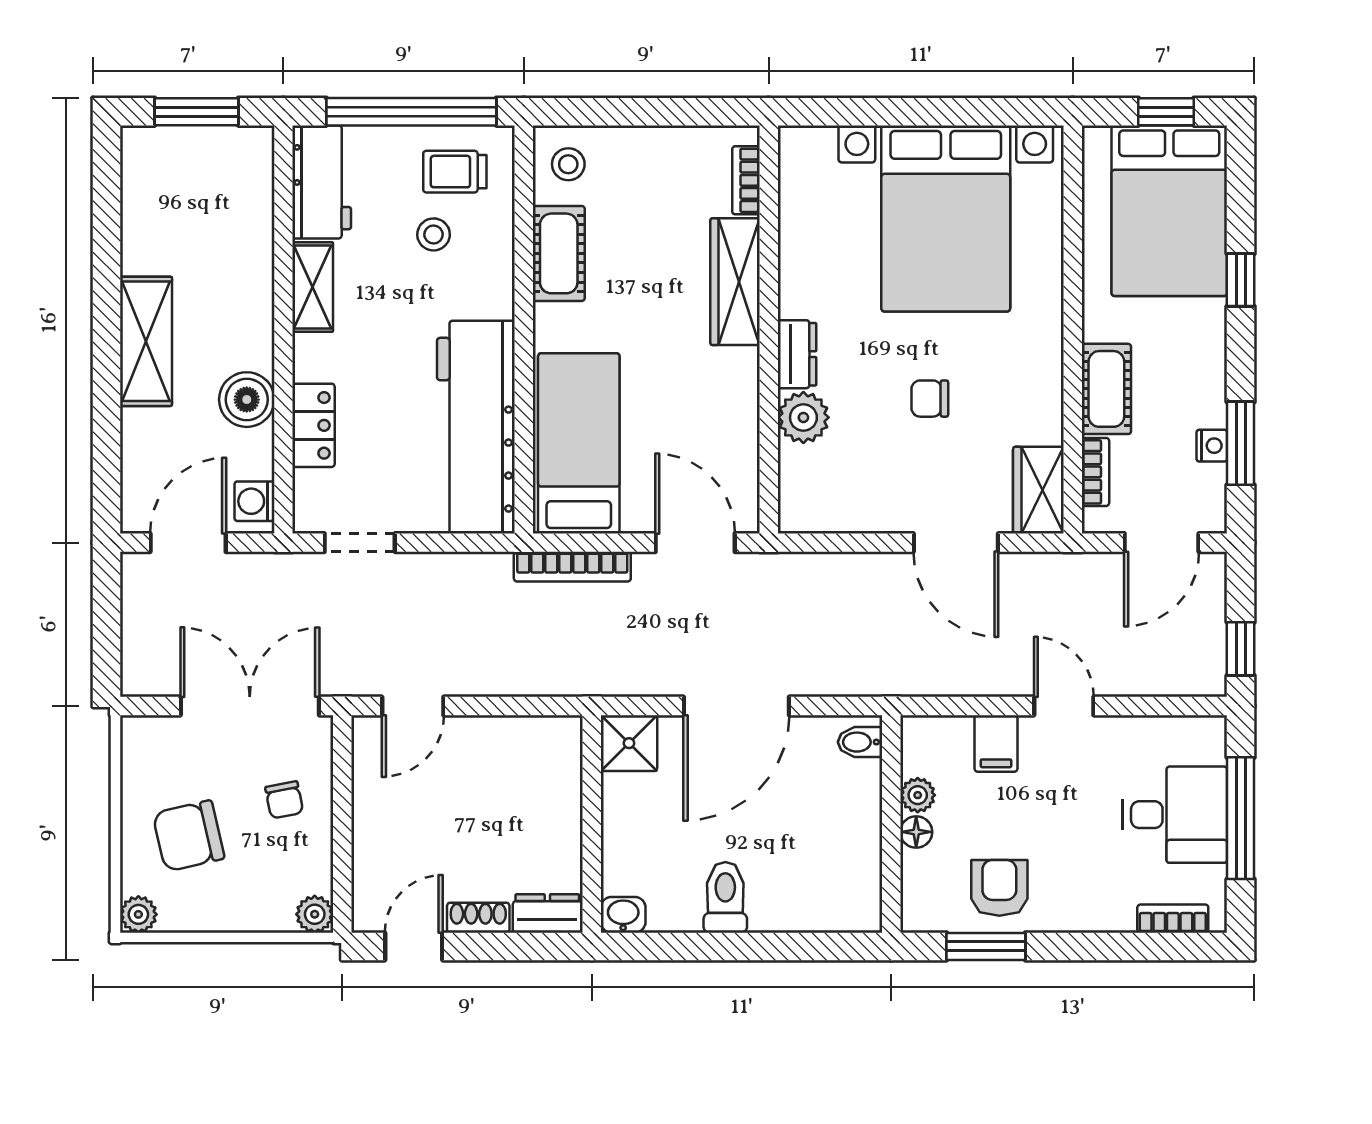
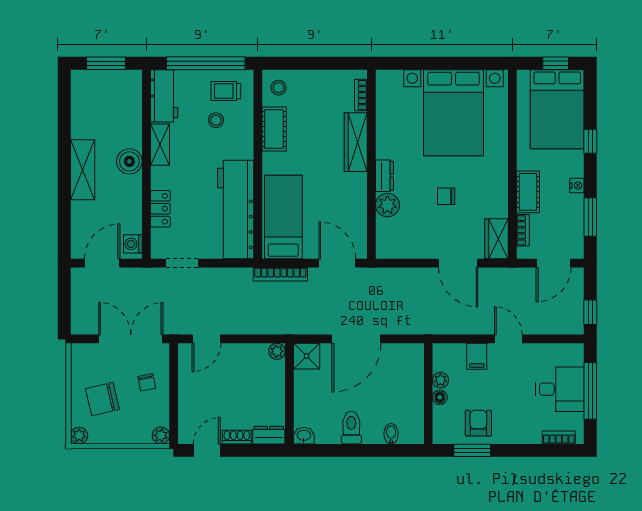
boiler: (247, 400) -> (129, 161), moved
nightstand: (1212, 446) -> (577, 185), moved
plant: (565, 733) -> (277, 351), added
bidet: (860, 742) -> (391, 434), moved, turned 90

